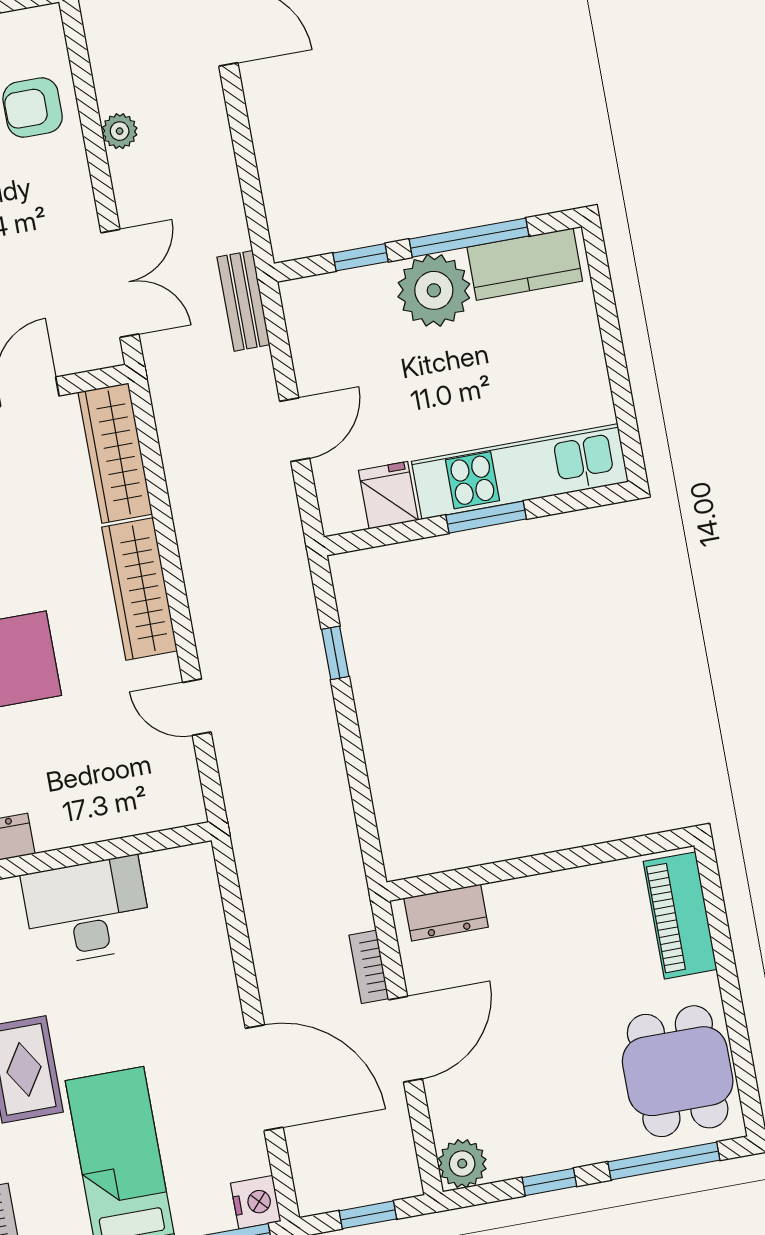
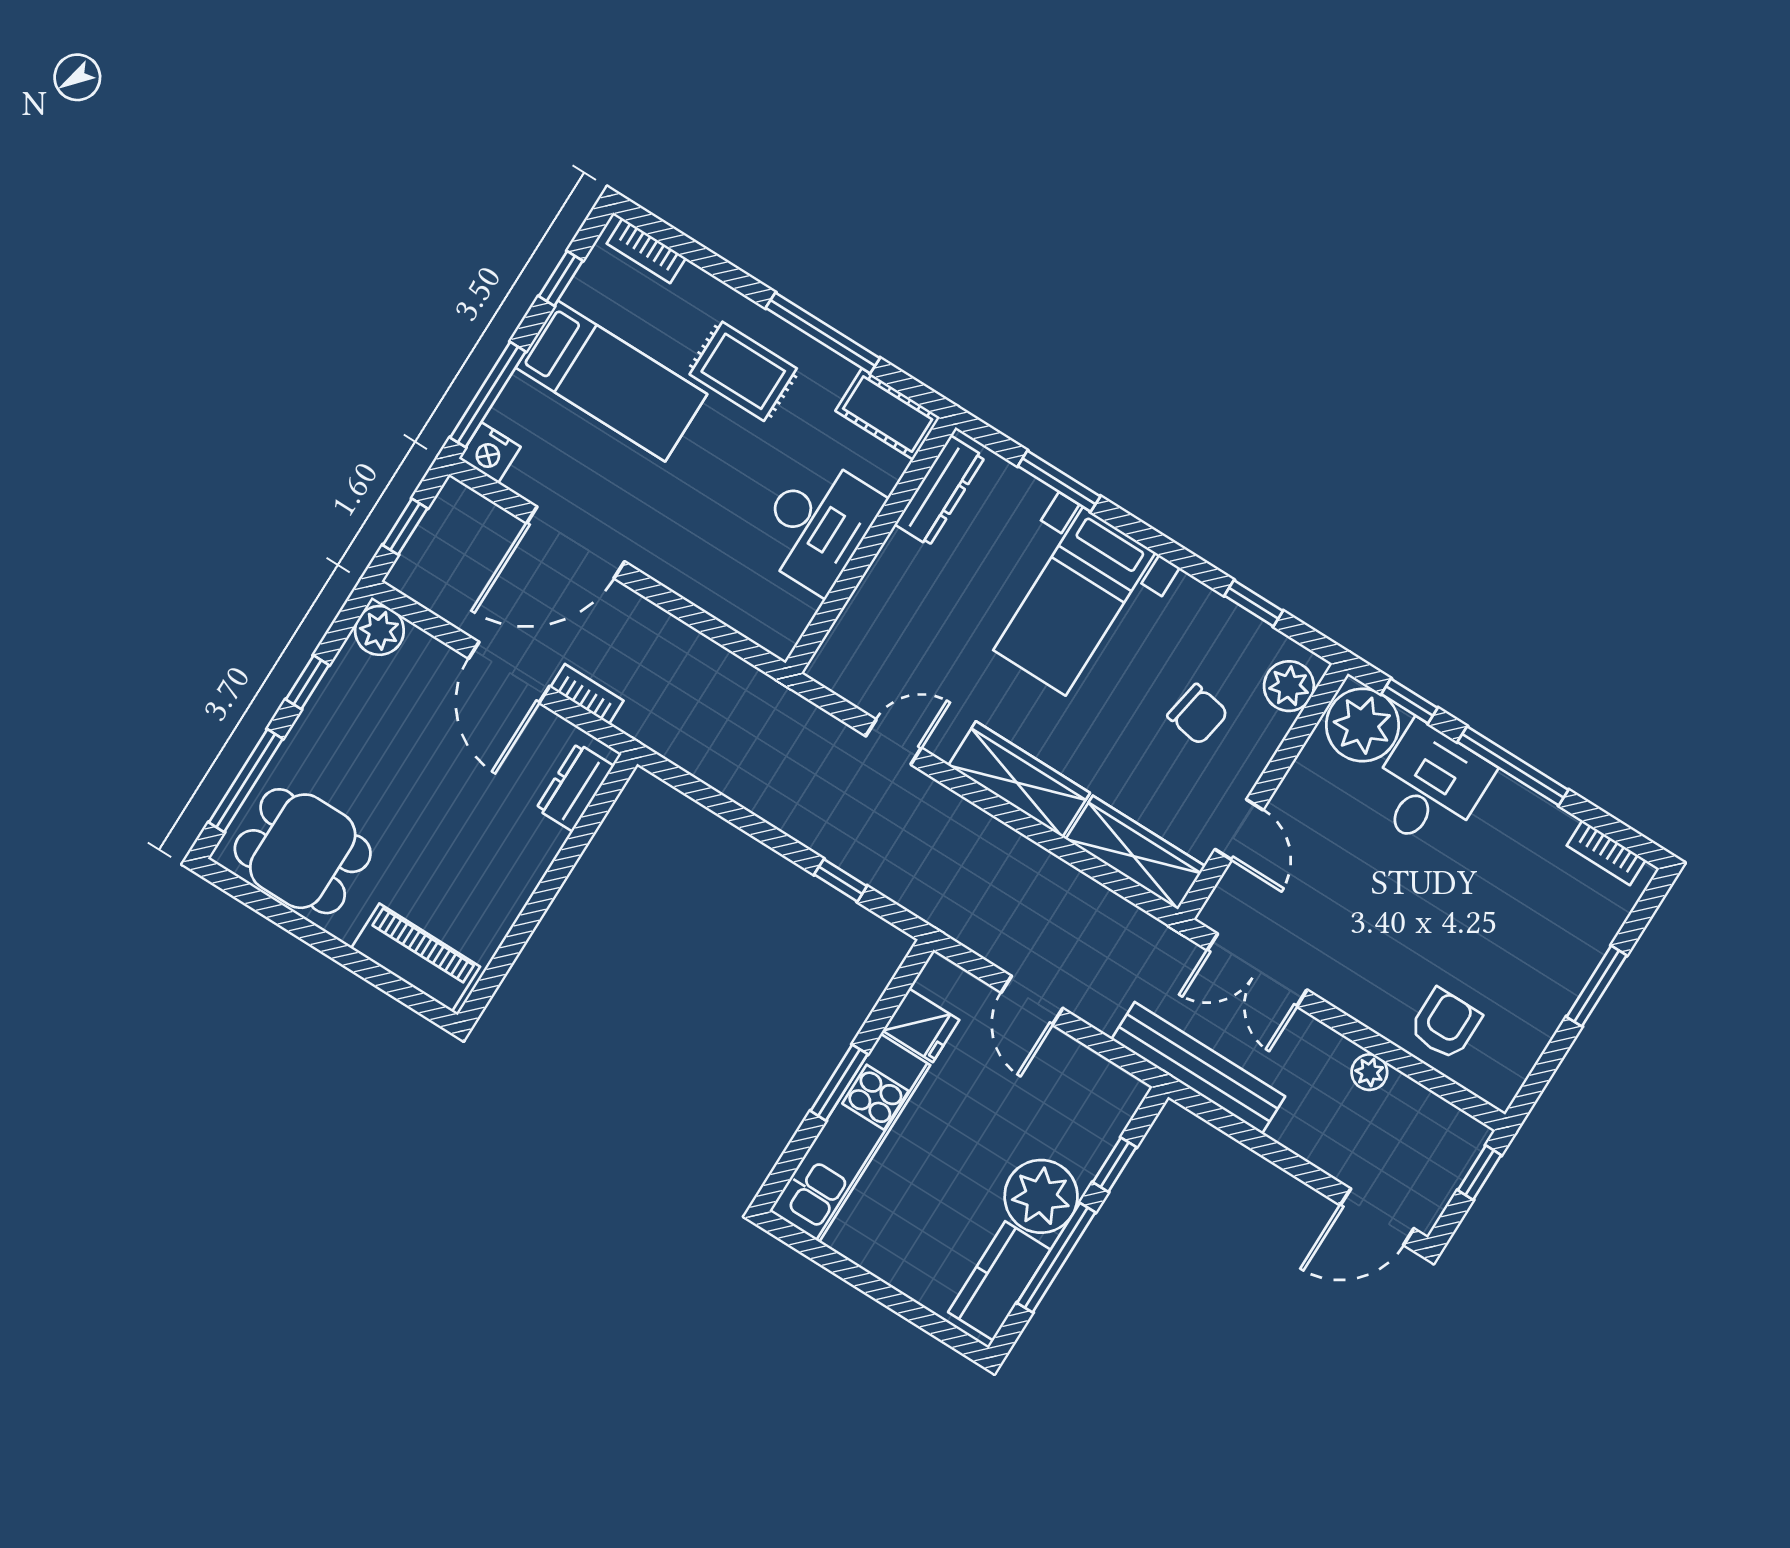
bench: (243, 301) -> (1198, 1068), width x1.86, depth x1.21

